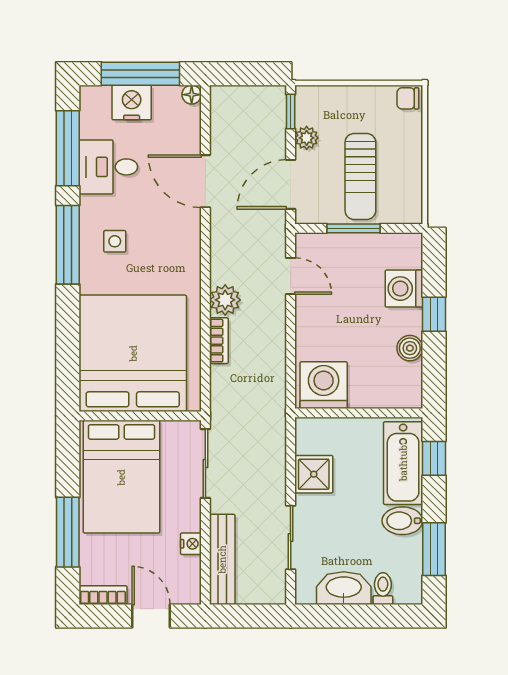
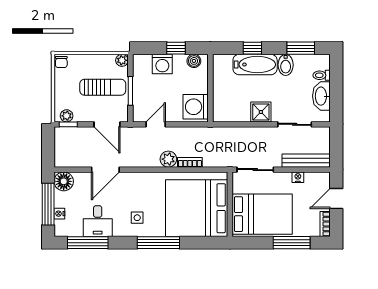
floor lamp: (192, 95) -> (64, 181), width x1.89, depth x1.89
nightstand: (132, 103) -> (59, 214), width x0.53, depth x0.56
plant: (307, 138) -> (67, 116), moved
plant: (411, 213) -> (122, 60), added
window: (68, 245) -> (158, 243), moved
washing machine: (324, 385) -> (196, 107), moved
wall: (359, 413) -> (210, 88), moved

